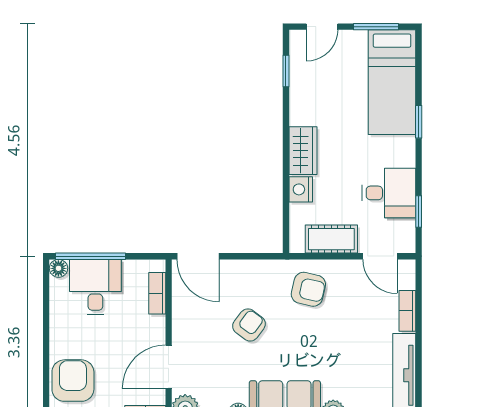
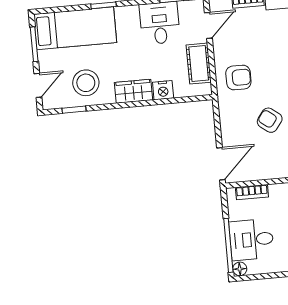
door: (322, 27) -> (38, 85), hinge flipped
stool: (320, 89) -> (86, 83), added
armchair: (308, 289) -> (238, 78), turned 77

